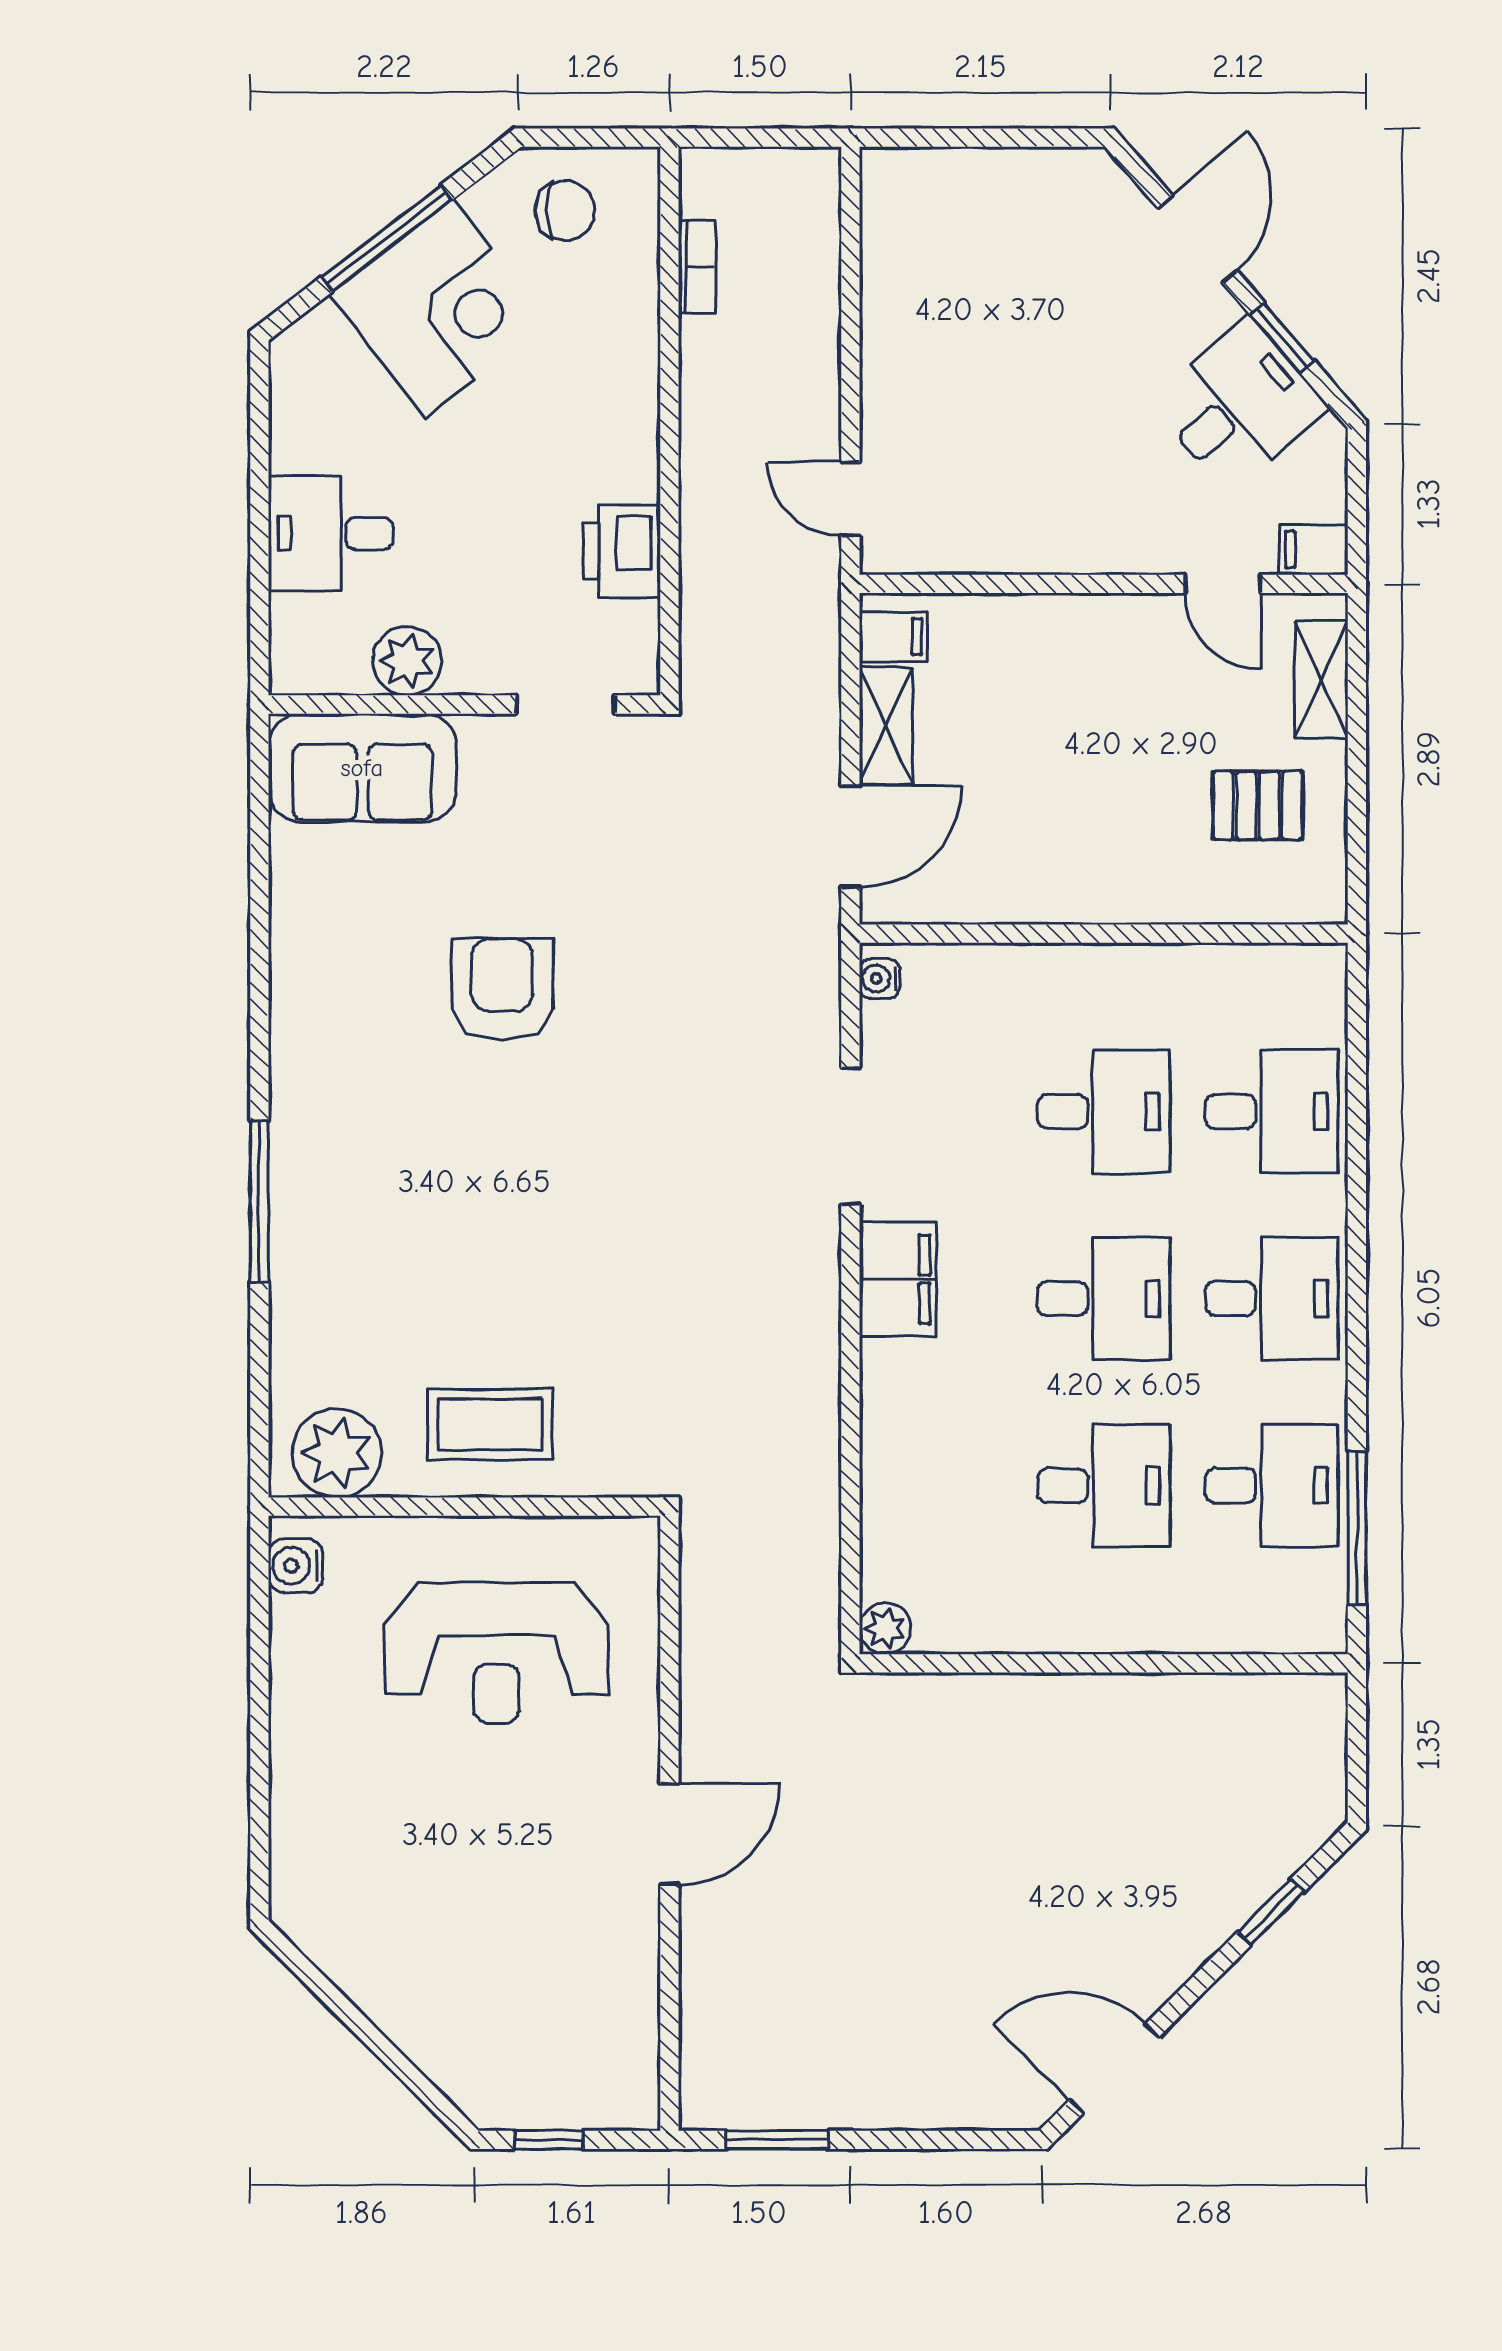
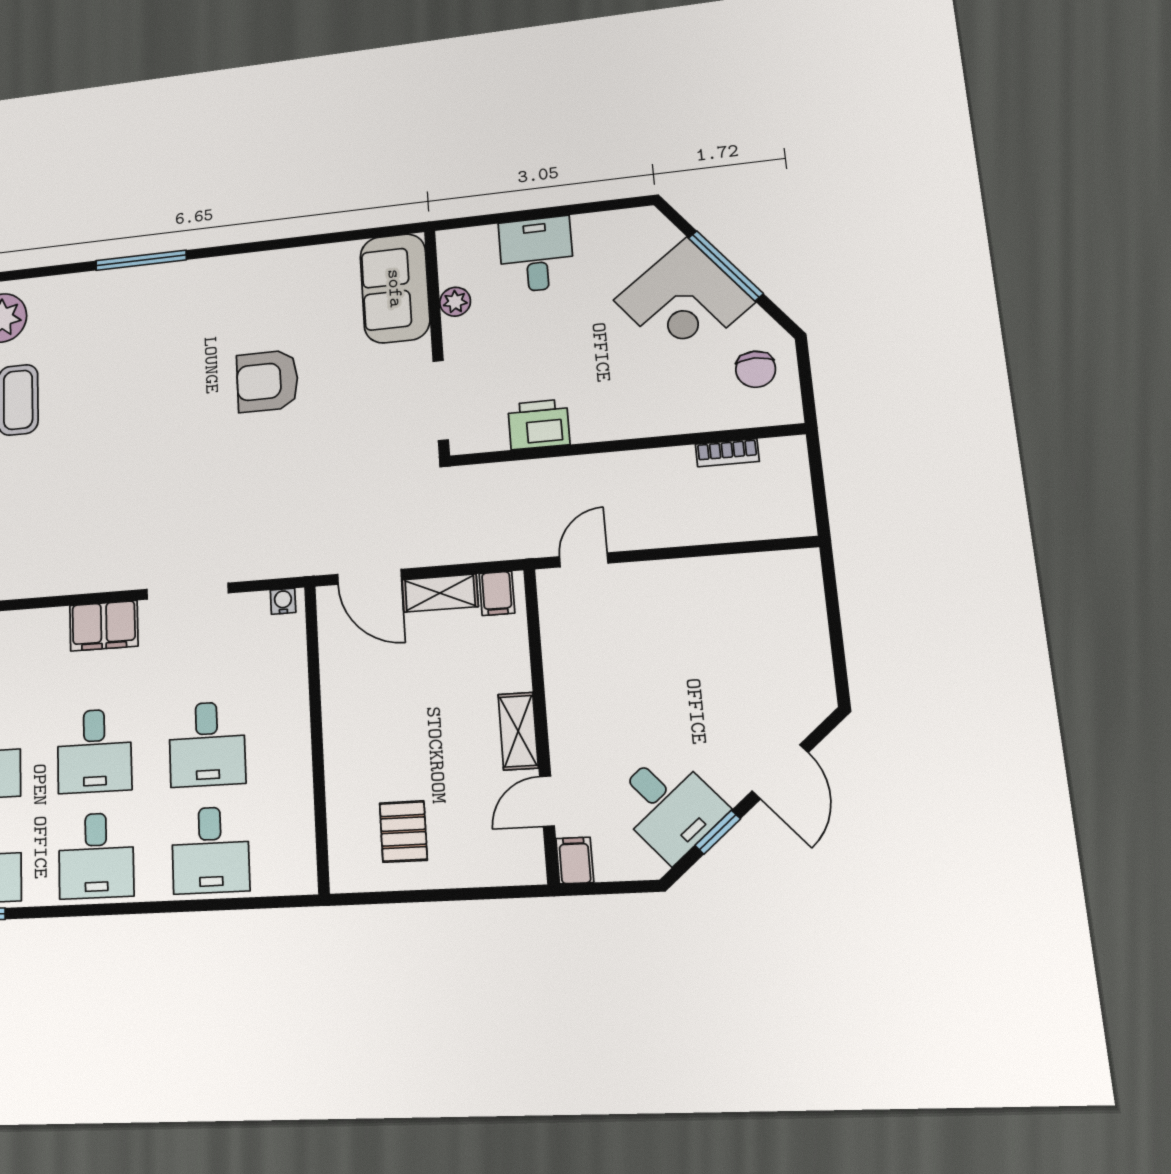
door: (1197, 239) -> (780, 772), hinge flipped
plant: (407, 661) -> (455, 302), width x0.73, depth x0.73
shelving: (1321, 679) -> (518, 731), moved, turned 90
doorway: (565, 705) -> (441, 400), width x1.38
armchair: (502, 989) -> (267, 381), turned 180

